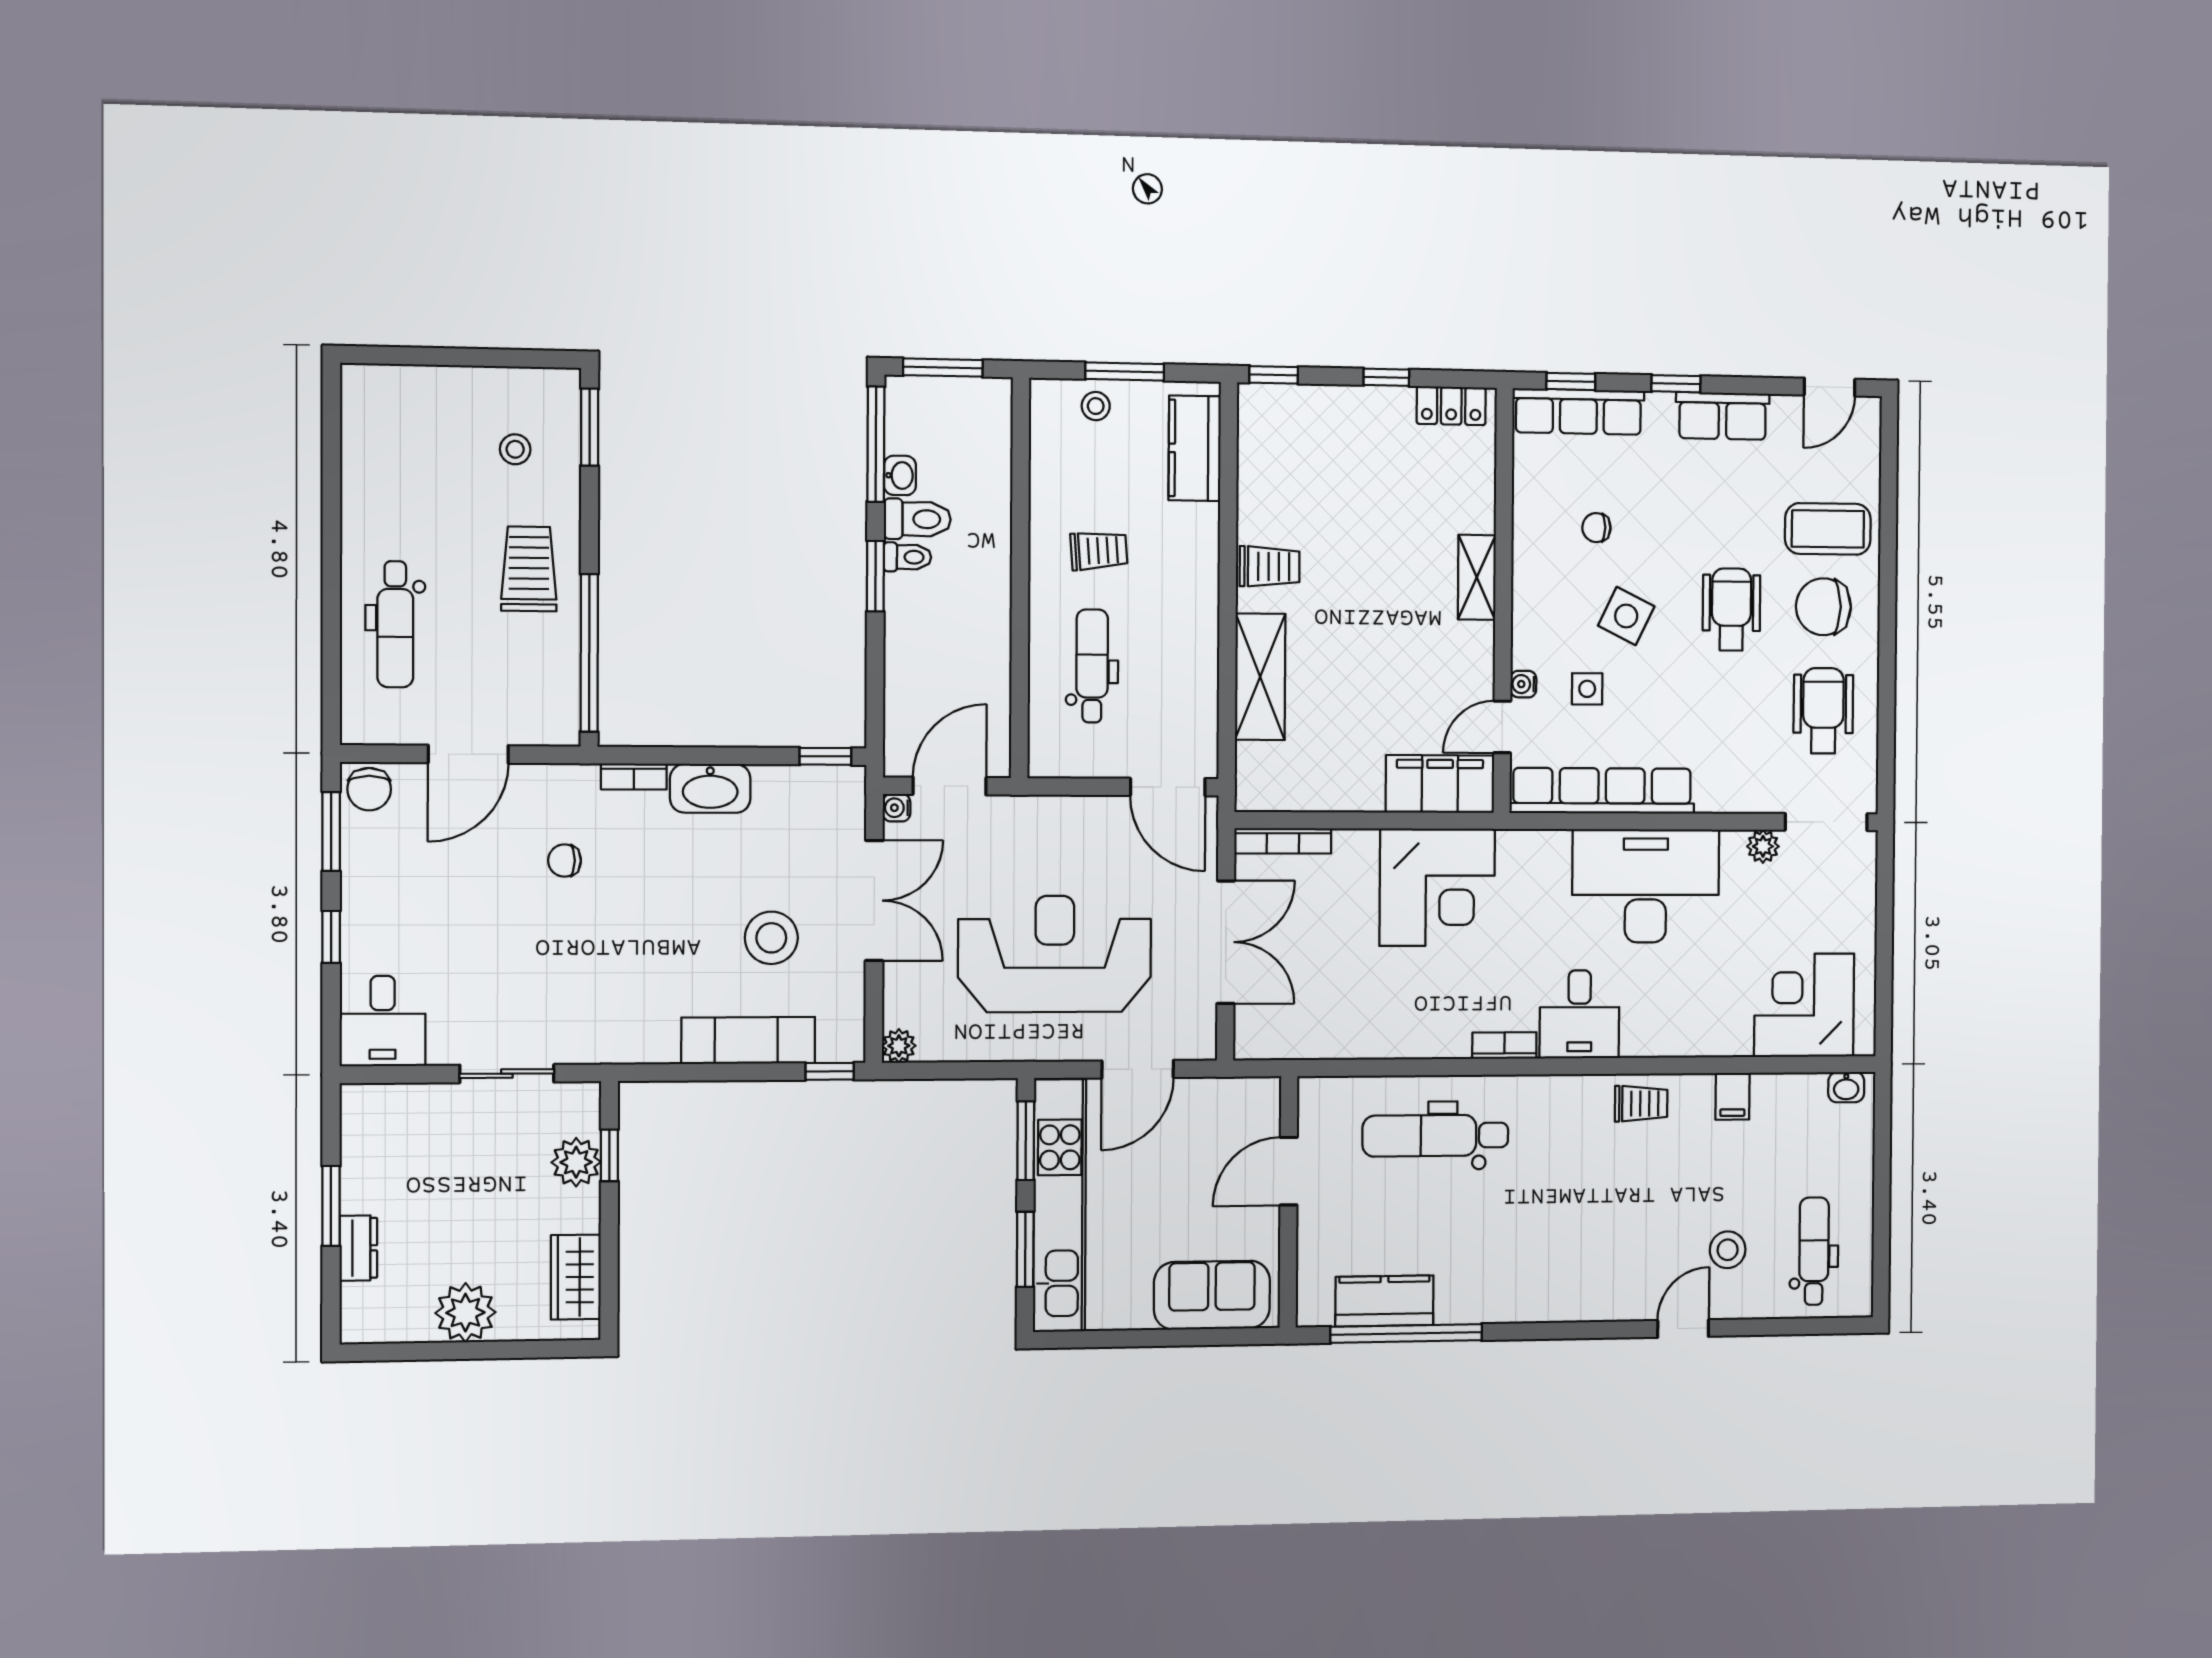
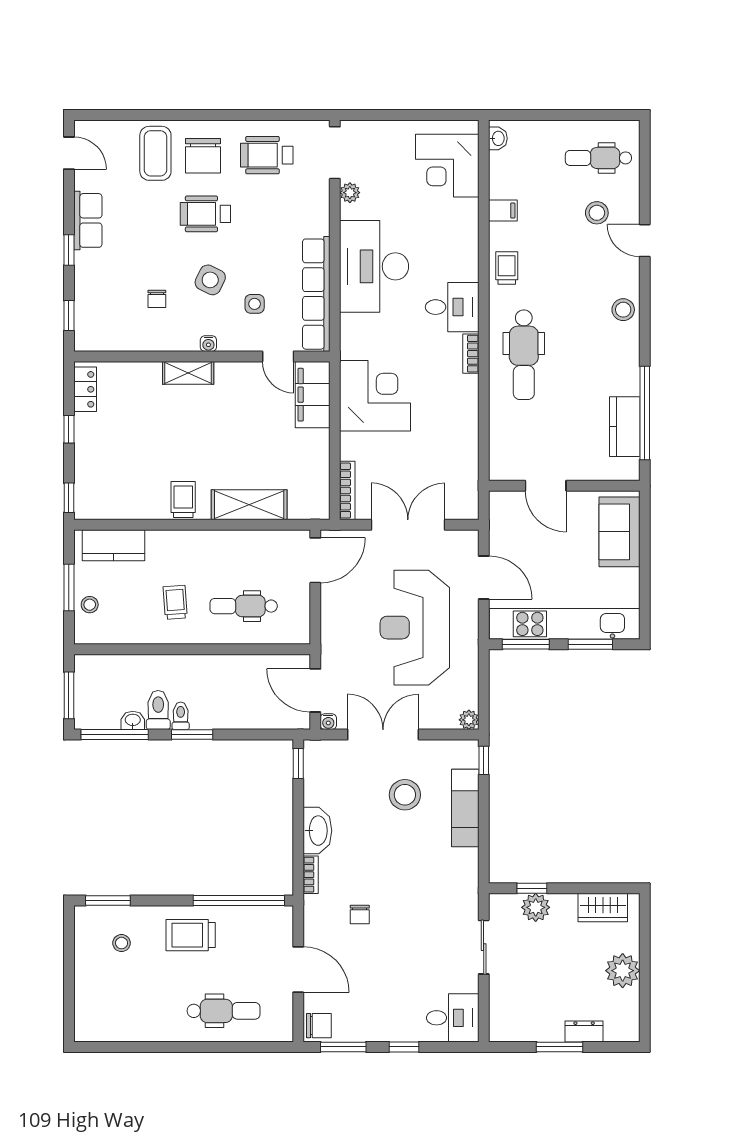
row of seats: (1578, 412) -> (87, 311), removed
water cooler: (1523, 684) -> (208, 344), moved
dental chair: (1435, 1136) -> (524, 355), moved
stool: (1573, 1295) -> (623, 310), added

